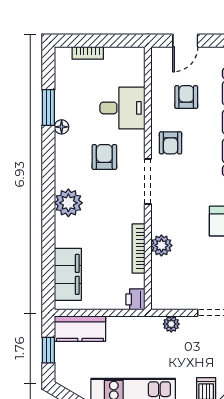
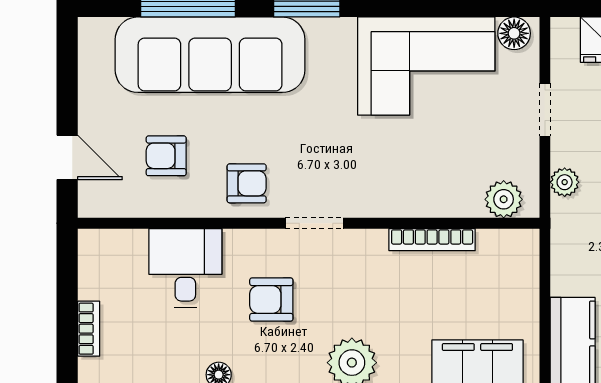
doorway: (148, 181) -> (314, 223), width x0.73
plant: (161, 245) -> (504, 199), moved
printer: (135, 299) -> (521, 245), removed

